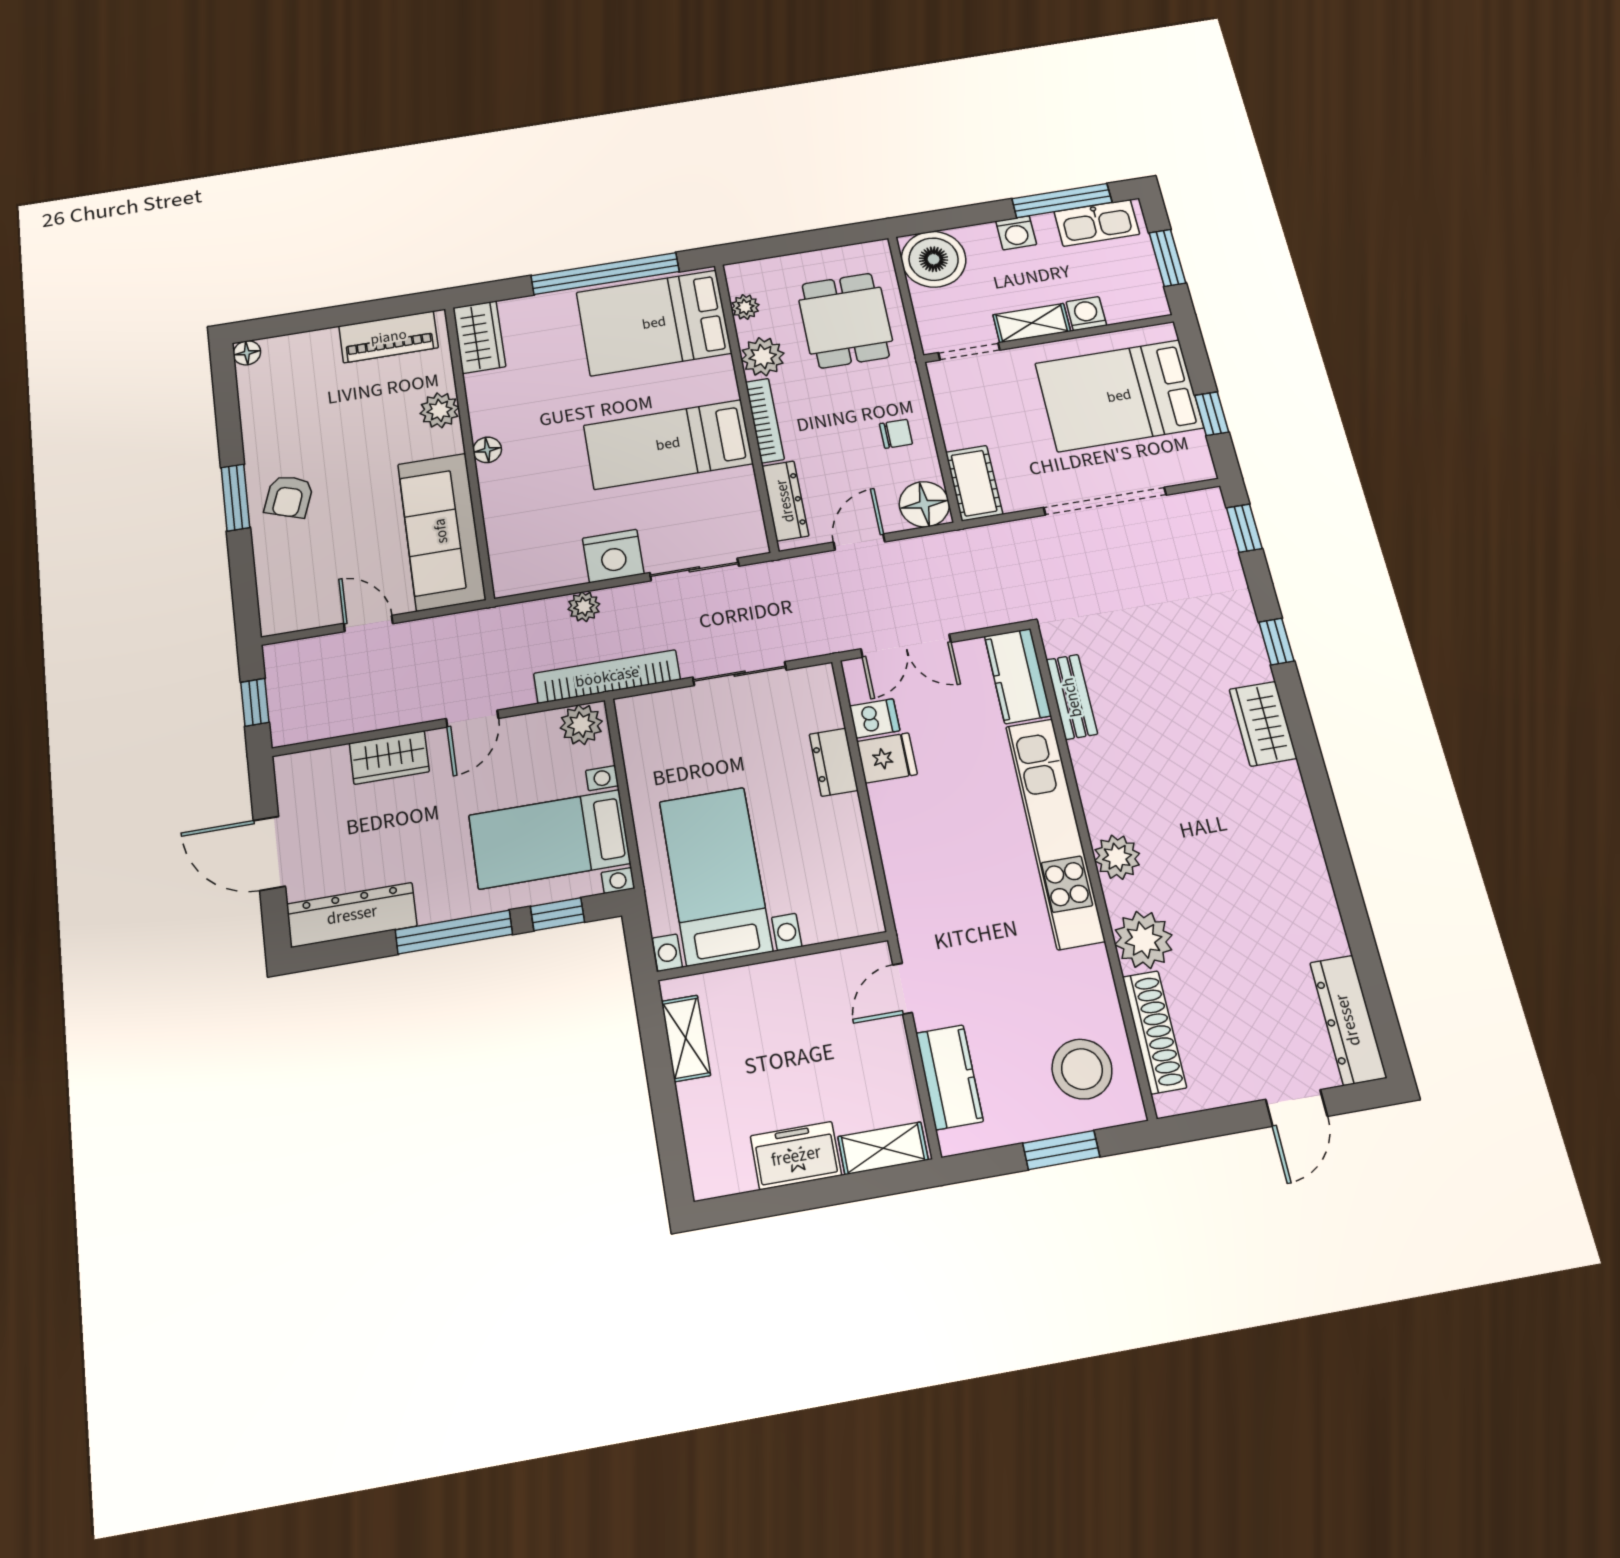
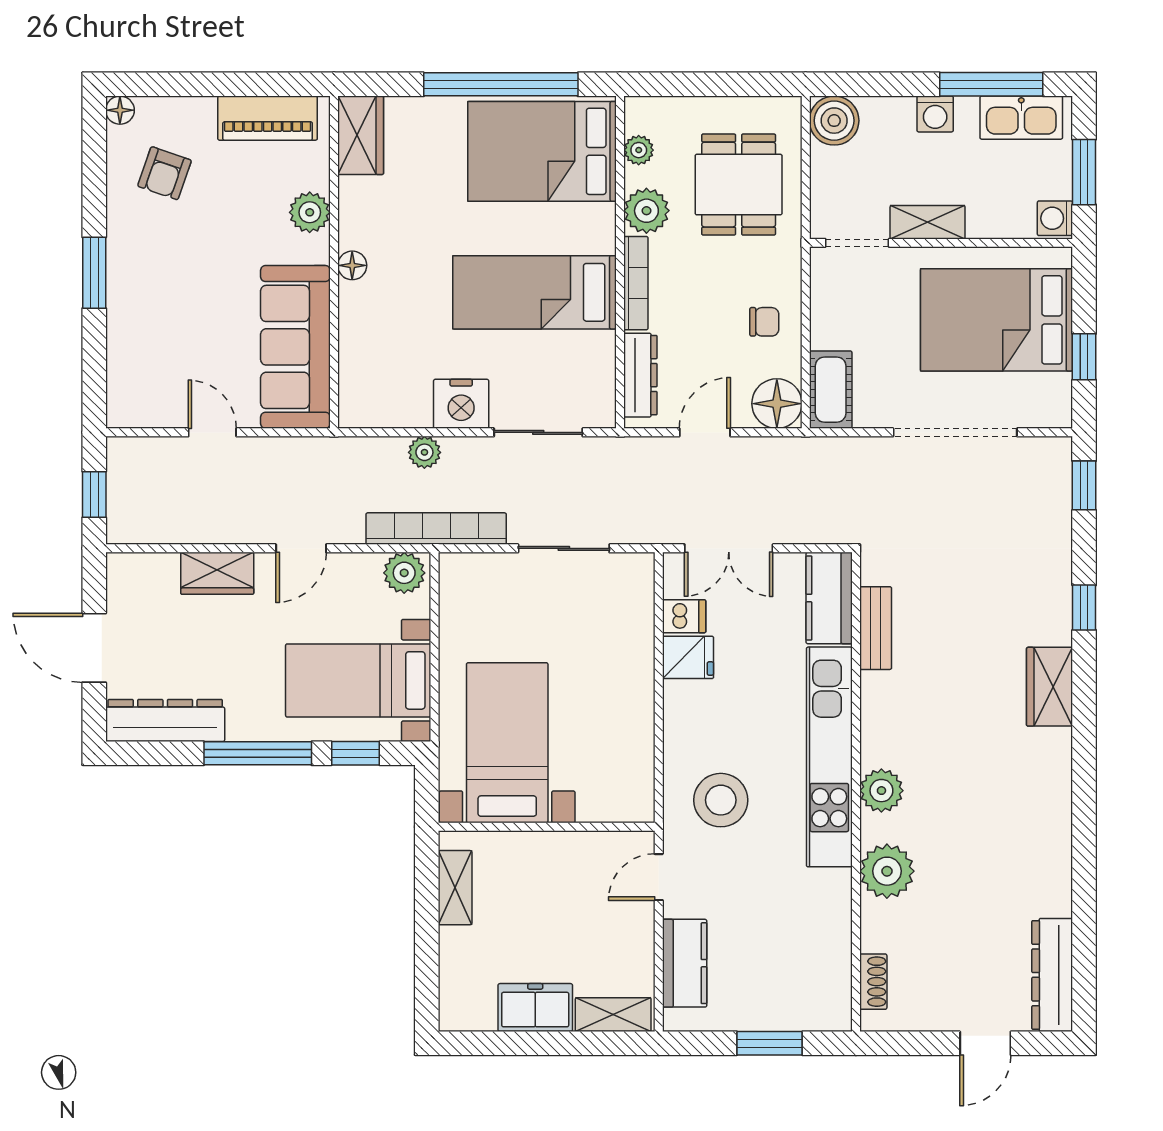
boiler: (934, 259) -> (834, 121), width x0.73, depth x0.73
washing machine: (1086, 314) -> (1055, 218), moved, turned -90
armchair: (289, 497) -> (165, 173), moved
dresser: (834, 762) -> (637, 653), removed
shoe rack: (1154, 1032) -> (873, 982), width x0.51, depth x0.81
stool: (1082, 1069) -> (721, 800), moved

